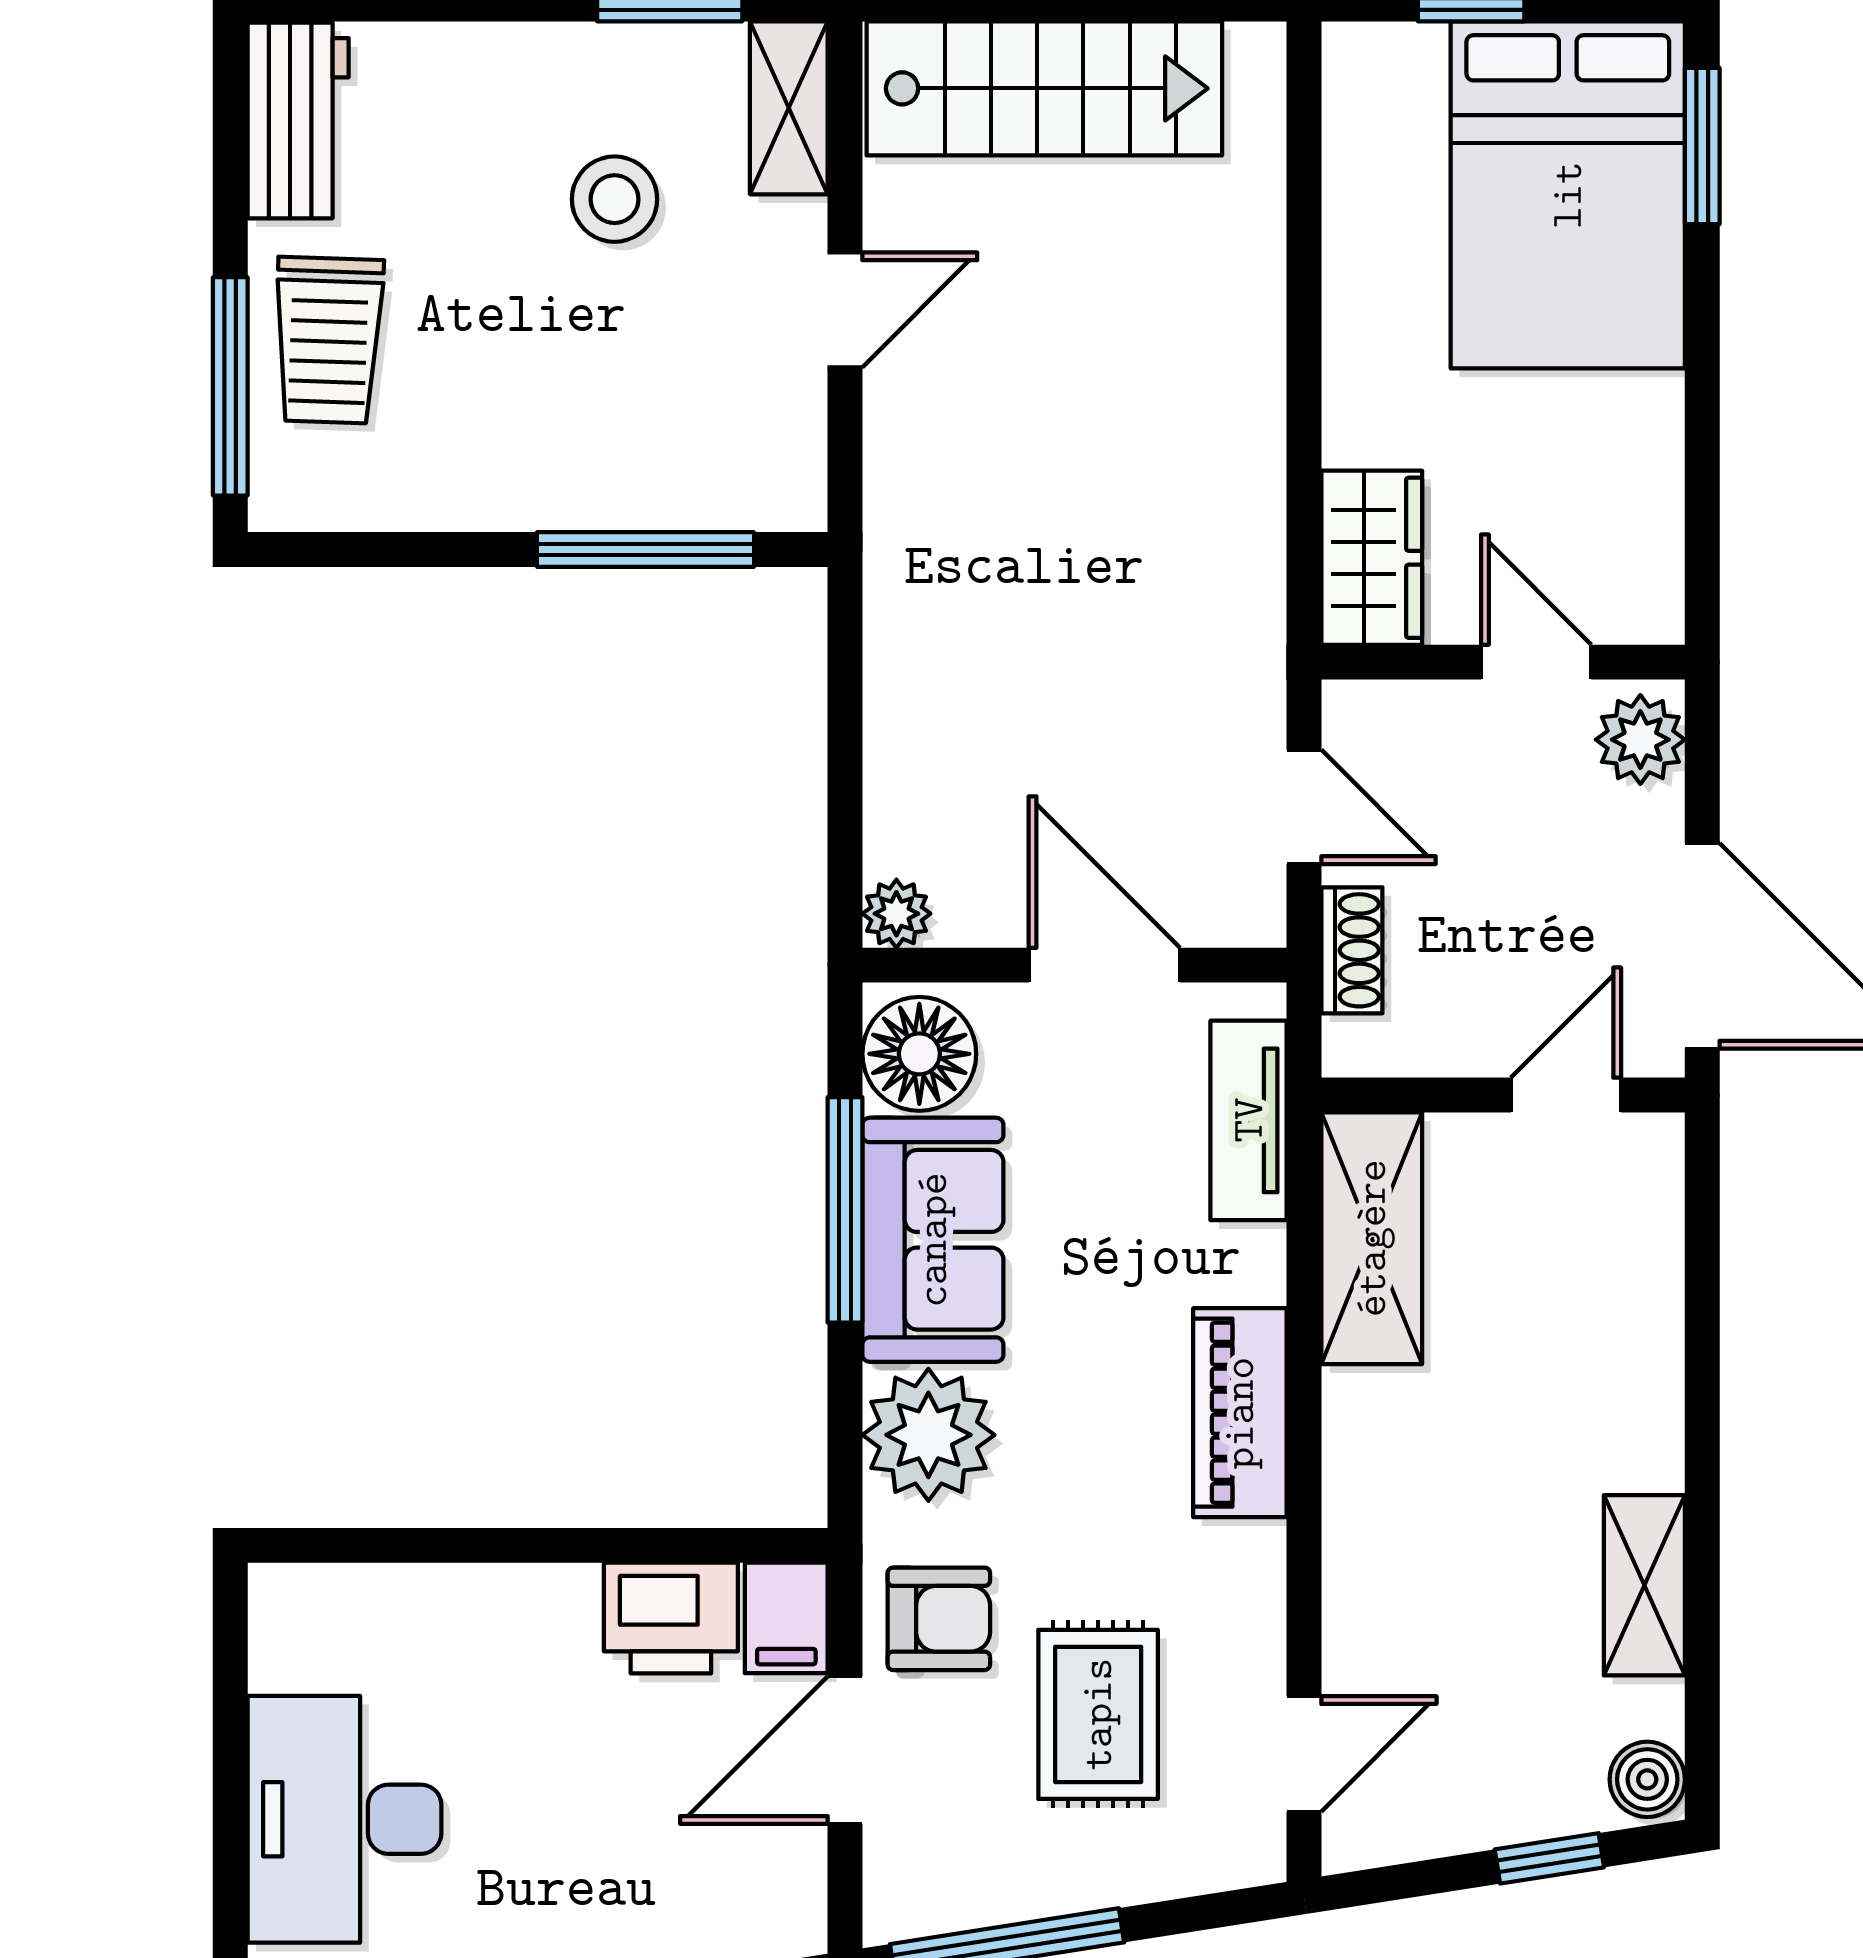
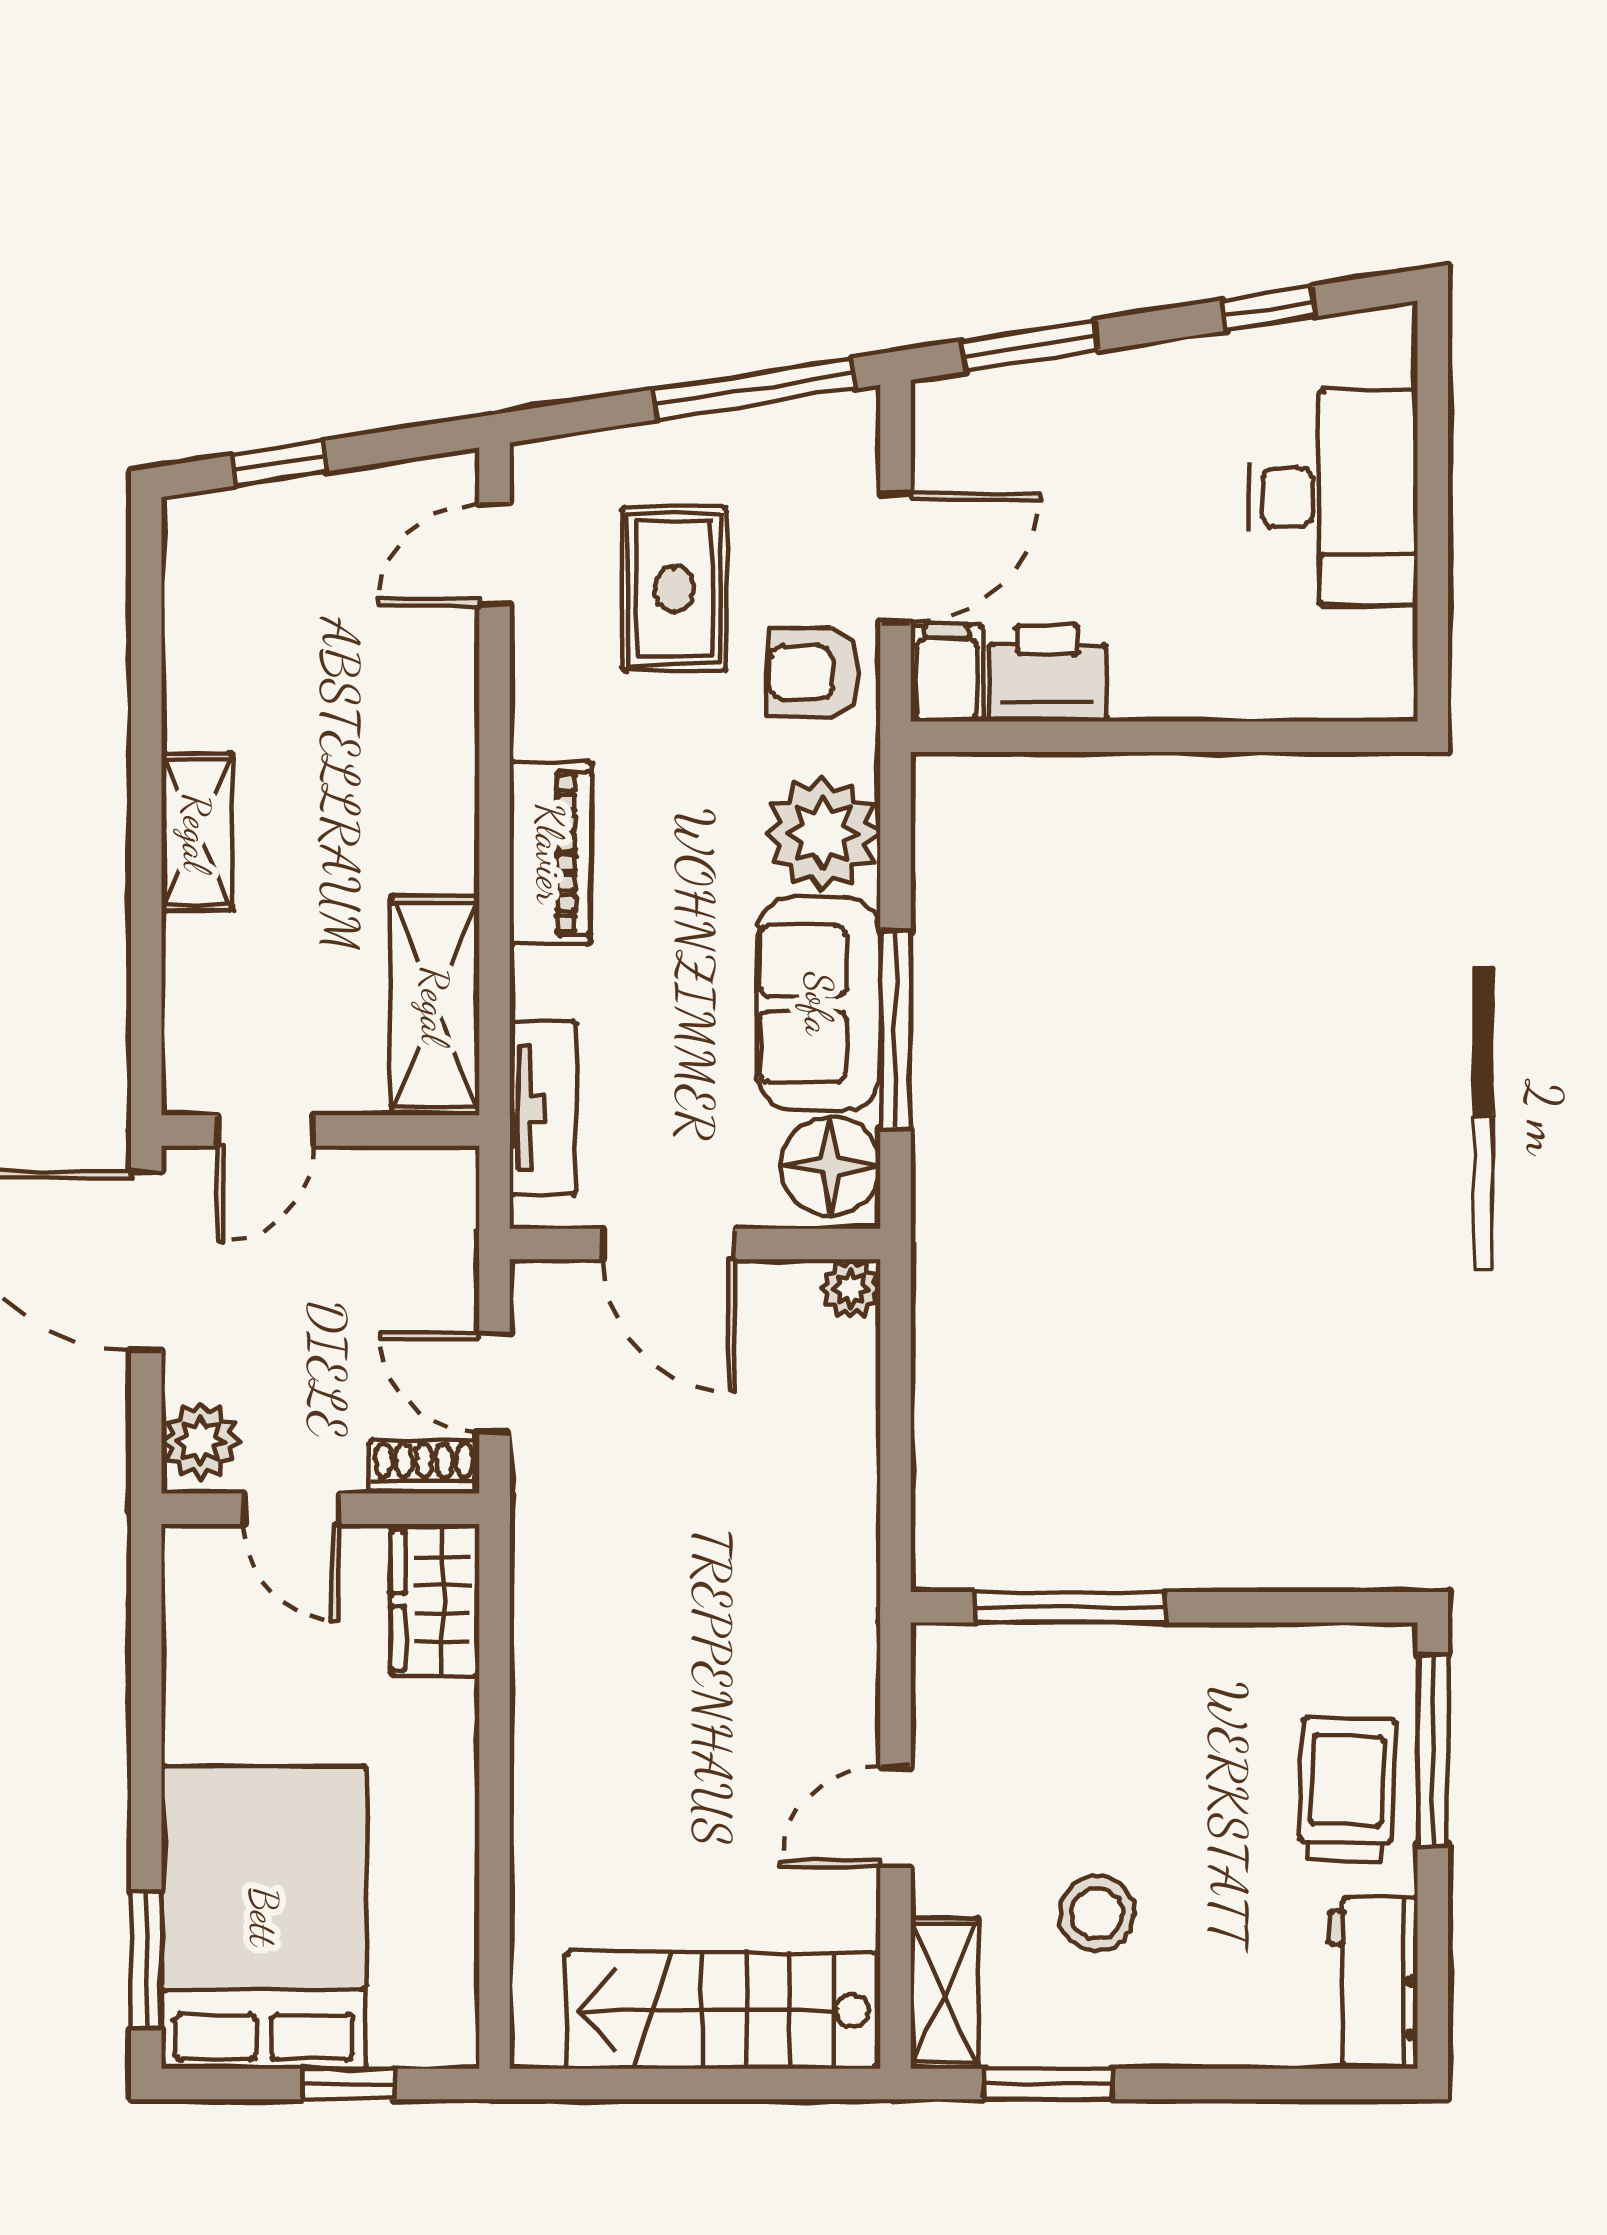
shoe rack: (1352, 950) -> (424, 1467), moved, turned 90
shelving: (1644, 1585) -> (197, 832), moved
boiler: (1647, 1779) -> (194, 532), removed

